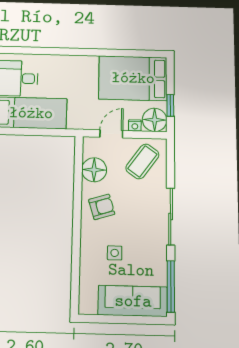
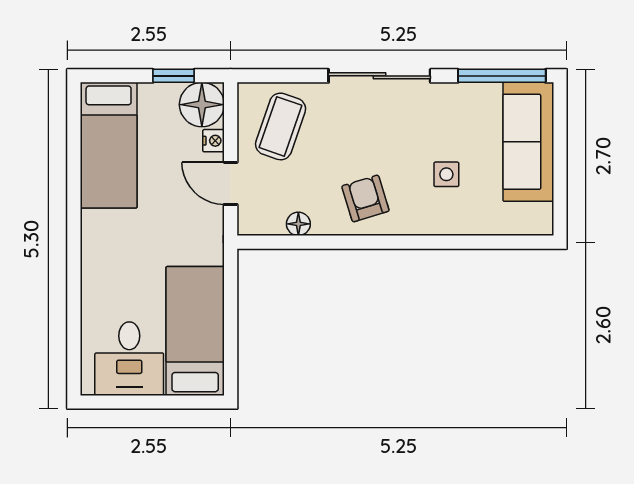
bed: (133, 78) -> (109, 145), width x0.67
coffee table: (142, 161) -> (281, 126), turned 73
floor lamp: (94, 170) -> (298, 224), width x0.53, depth x0.53

